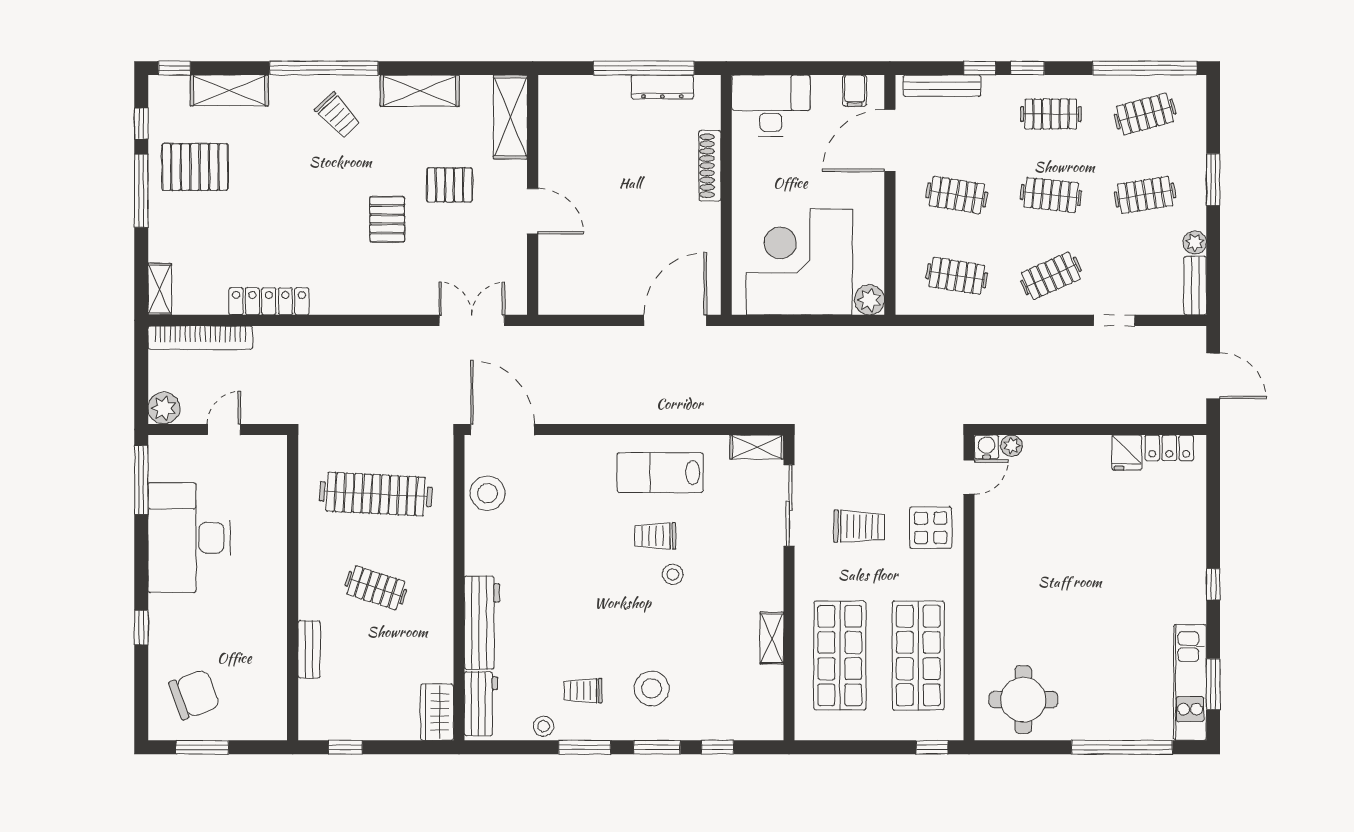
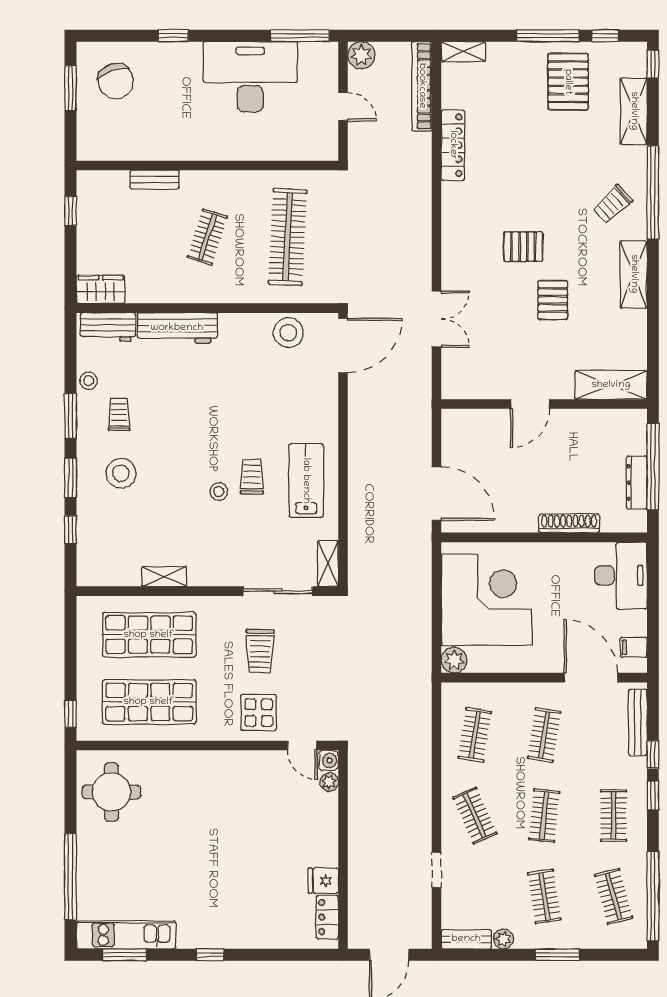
shelving: (510, 117) -> (611, 385), moved
wall: (533, 195) -> (544, 404), moved
door: (533, 211) -> (530, 404), moved

